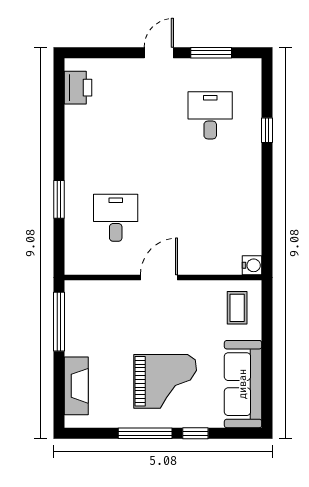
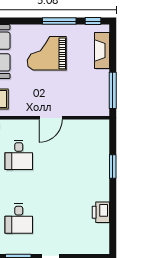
printer: (78, 88) -> (101, 212), moved
desk: (116, 218) -> (19, 155), moved
window: (195, 433) -> (93, 21), moved

